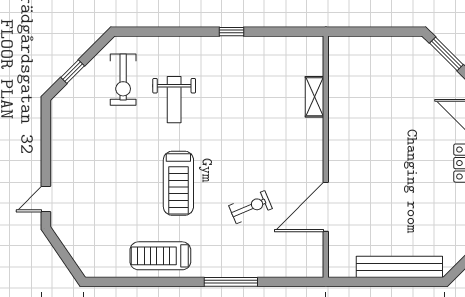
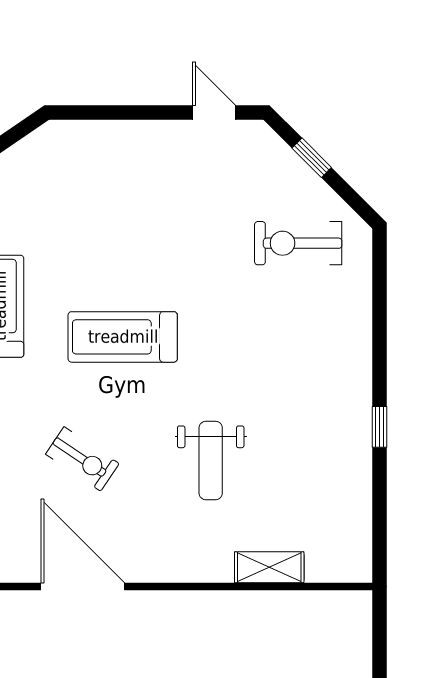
weight bench: (174, 100) -> (211, 460), moved, turned -90
door: (46, 199) -> (214, 112), moved
exercise bike: (251, 207) -> (82, 459), turned -33

